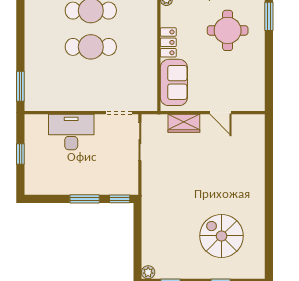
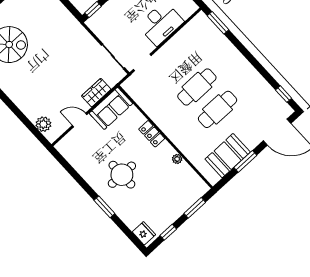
sofa: (174, 82) -> (111, 108), moved, turned -90
plant: (256, 138) -> (43, 124), added

